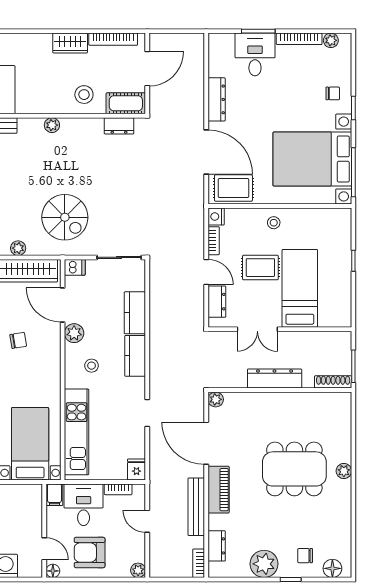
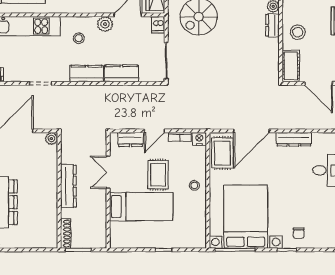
dresser: (119, 126) -> (273, 25), moved

